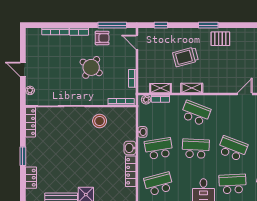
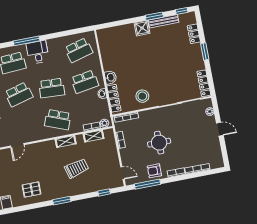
pallet: (220, 39) -> (32, 190), moved
round table: (91, 67) -> (159, 143), turned -34
school desk: (233, 149) -> (19, 94), turned -36
locker: (131, 171) -> (114, 98), moved

